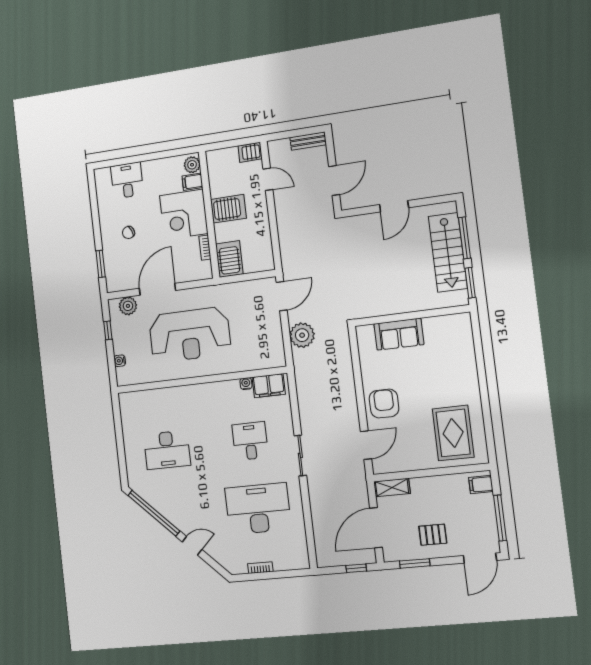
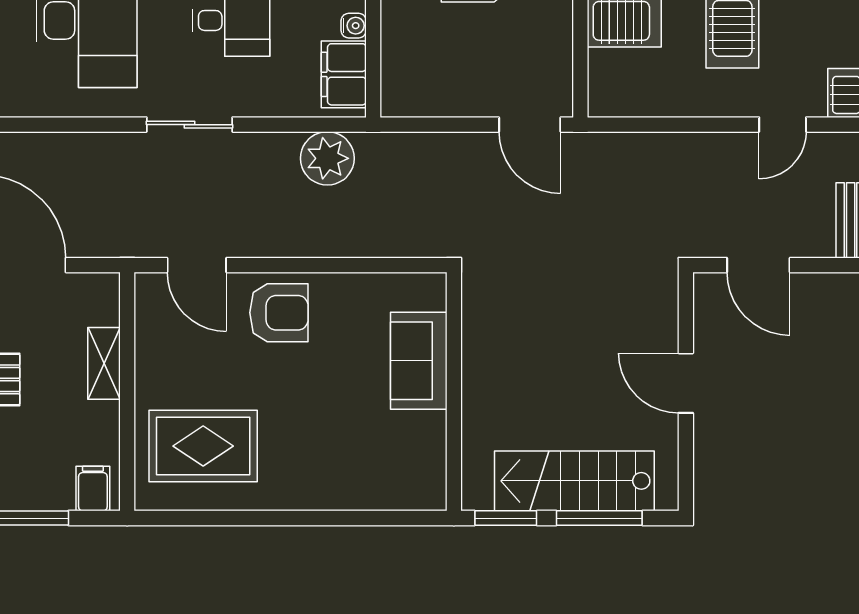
plant: (302, 335) -> (327, 158), moved
shelving: (392, 488) -> (104, 363), moved

